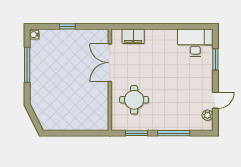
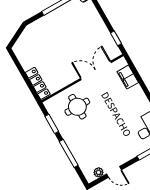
window: (67, 26) -> (116, 38), moved
locker: (91, 125) -> (38, 83), added

